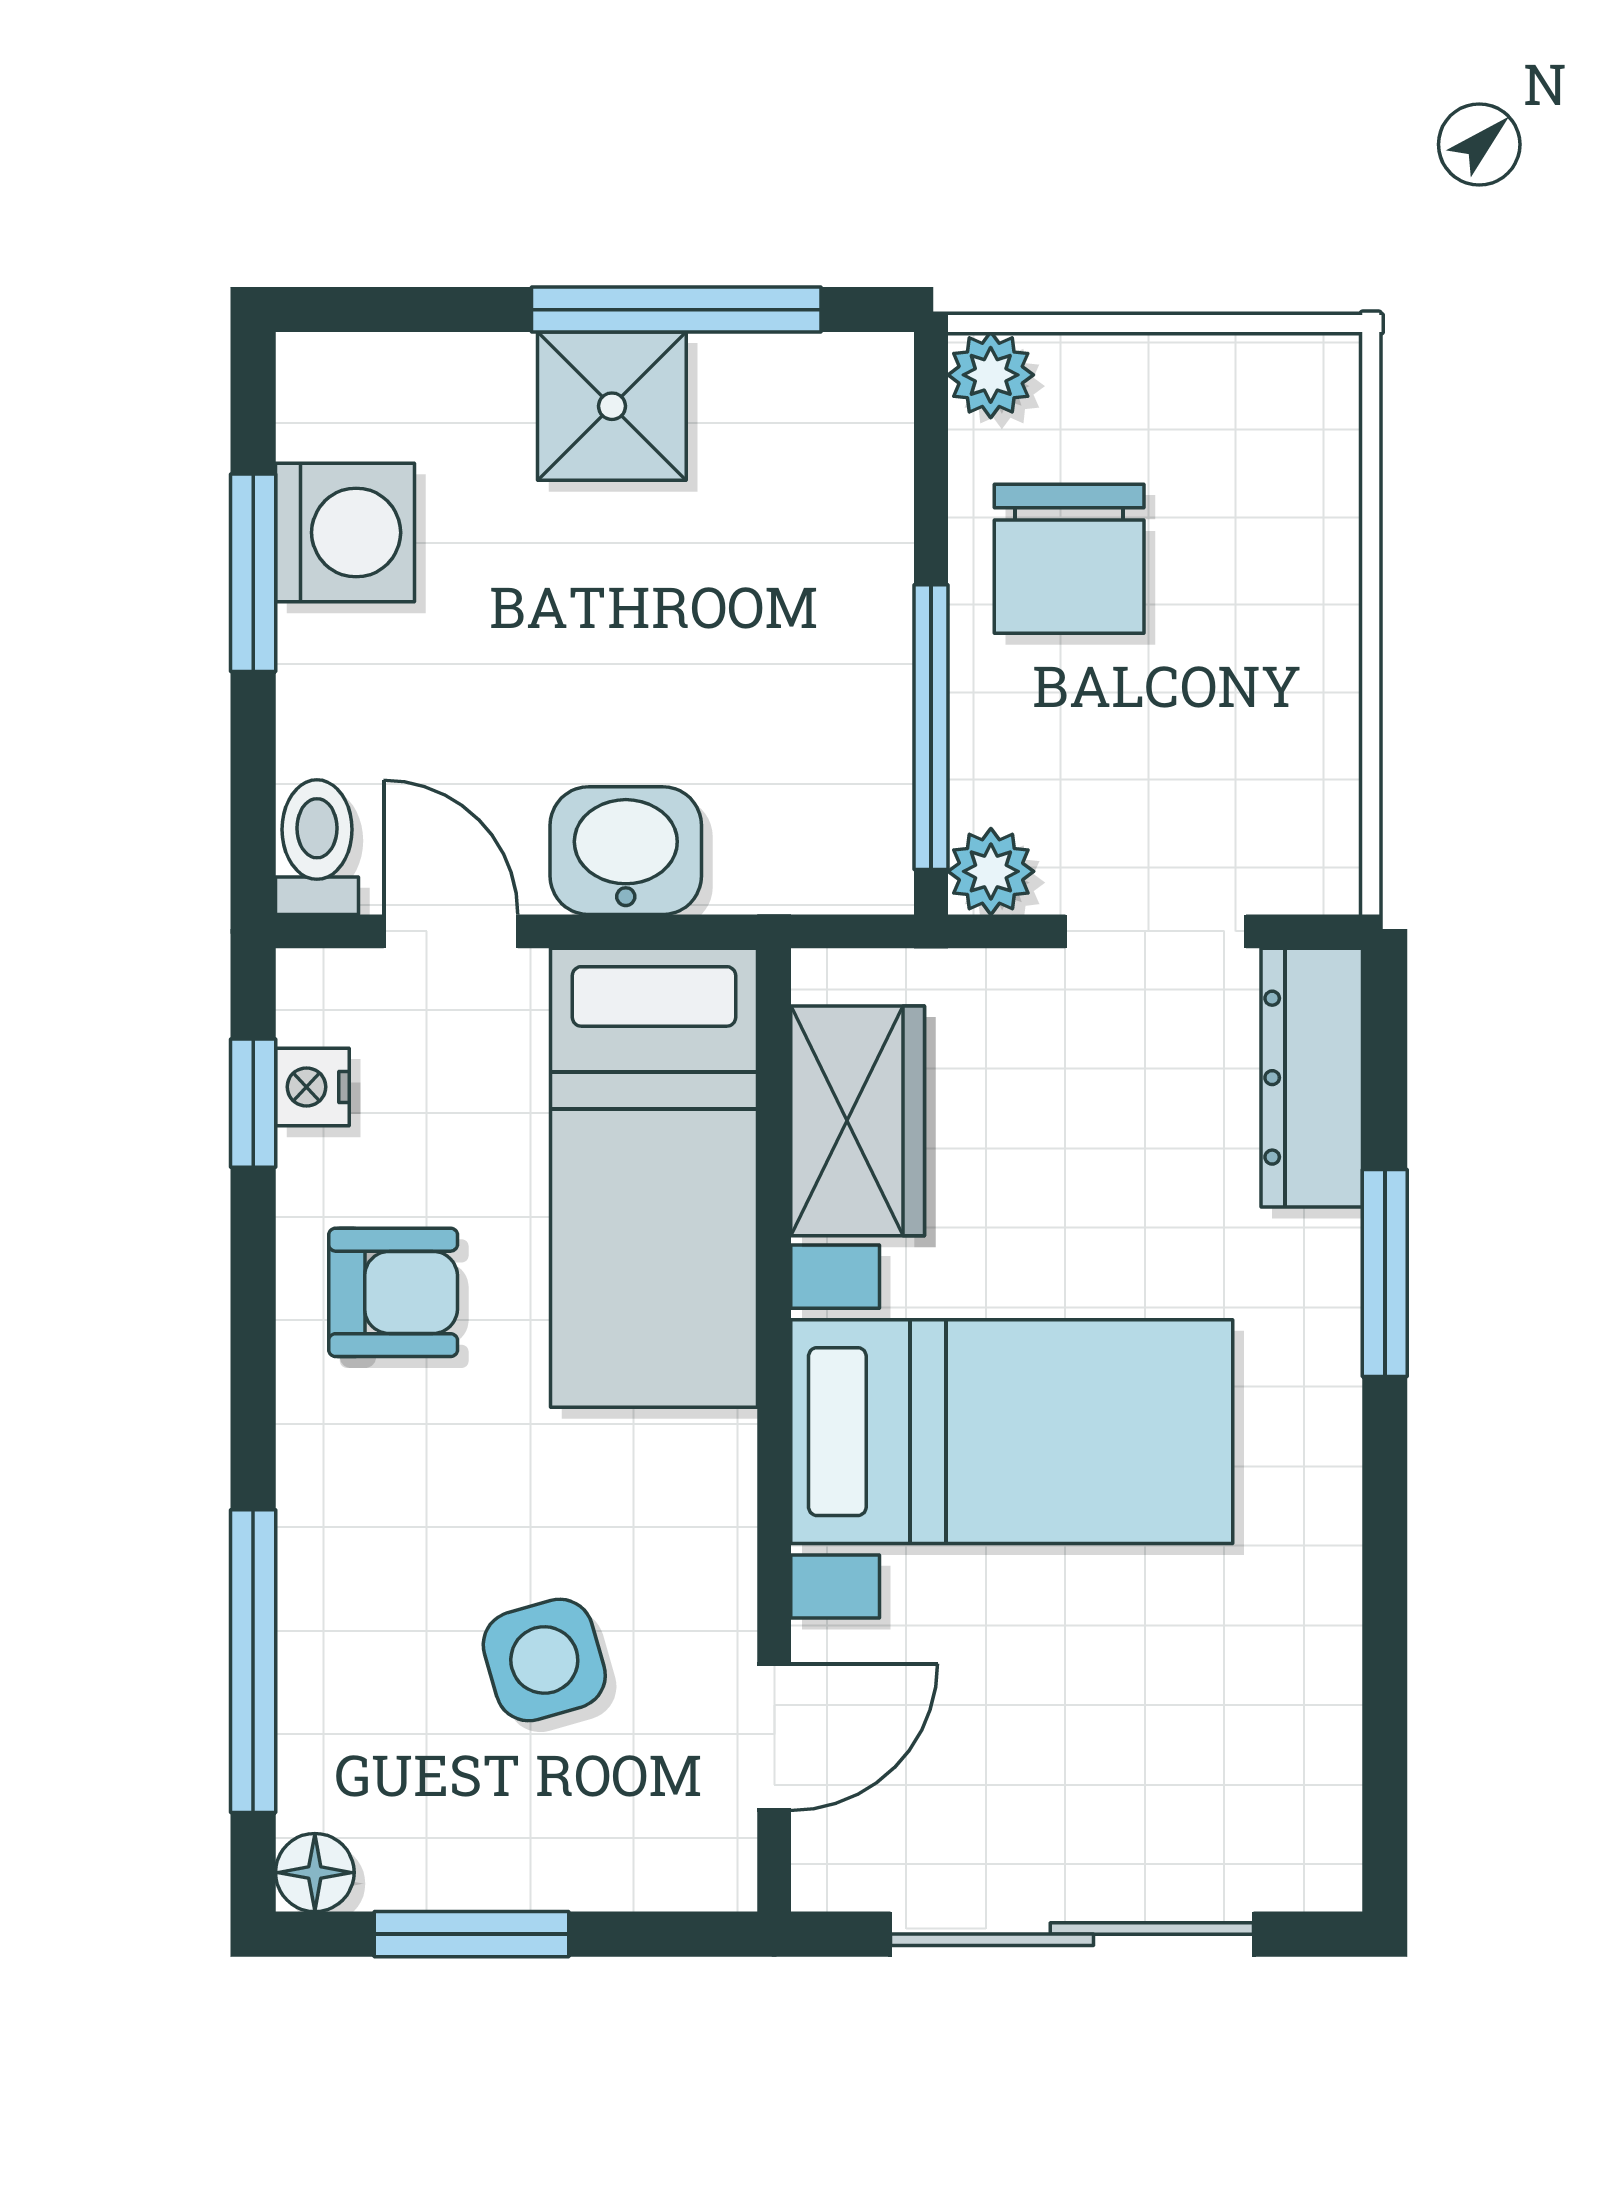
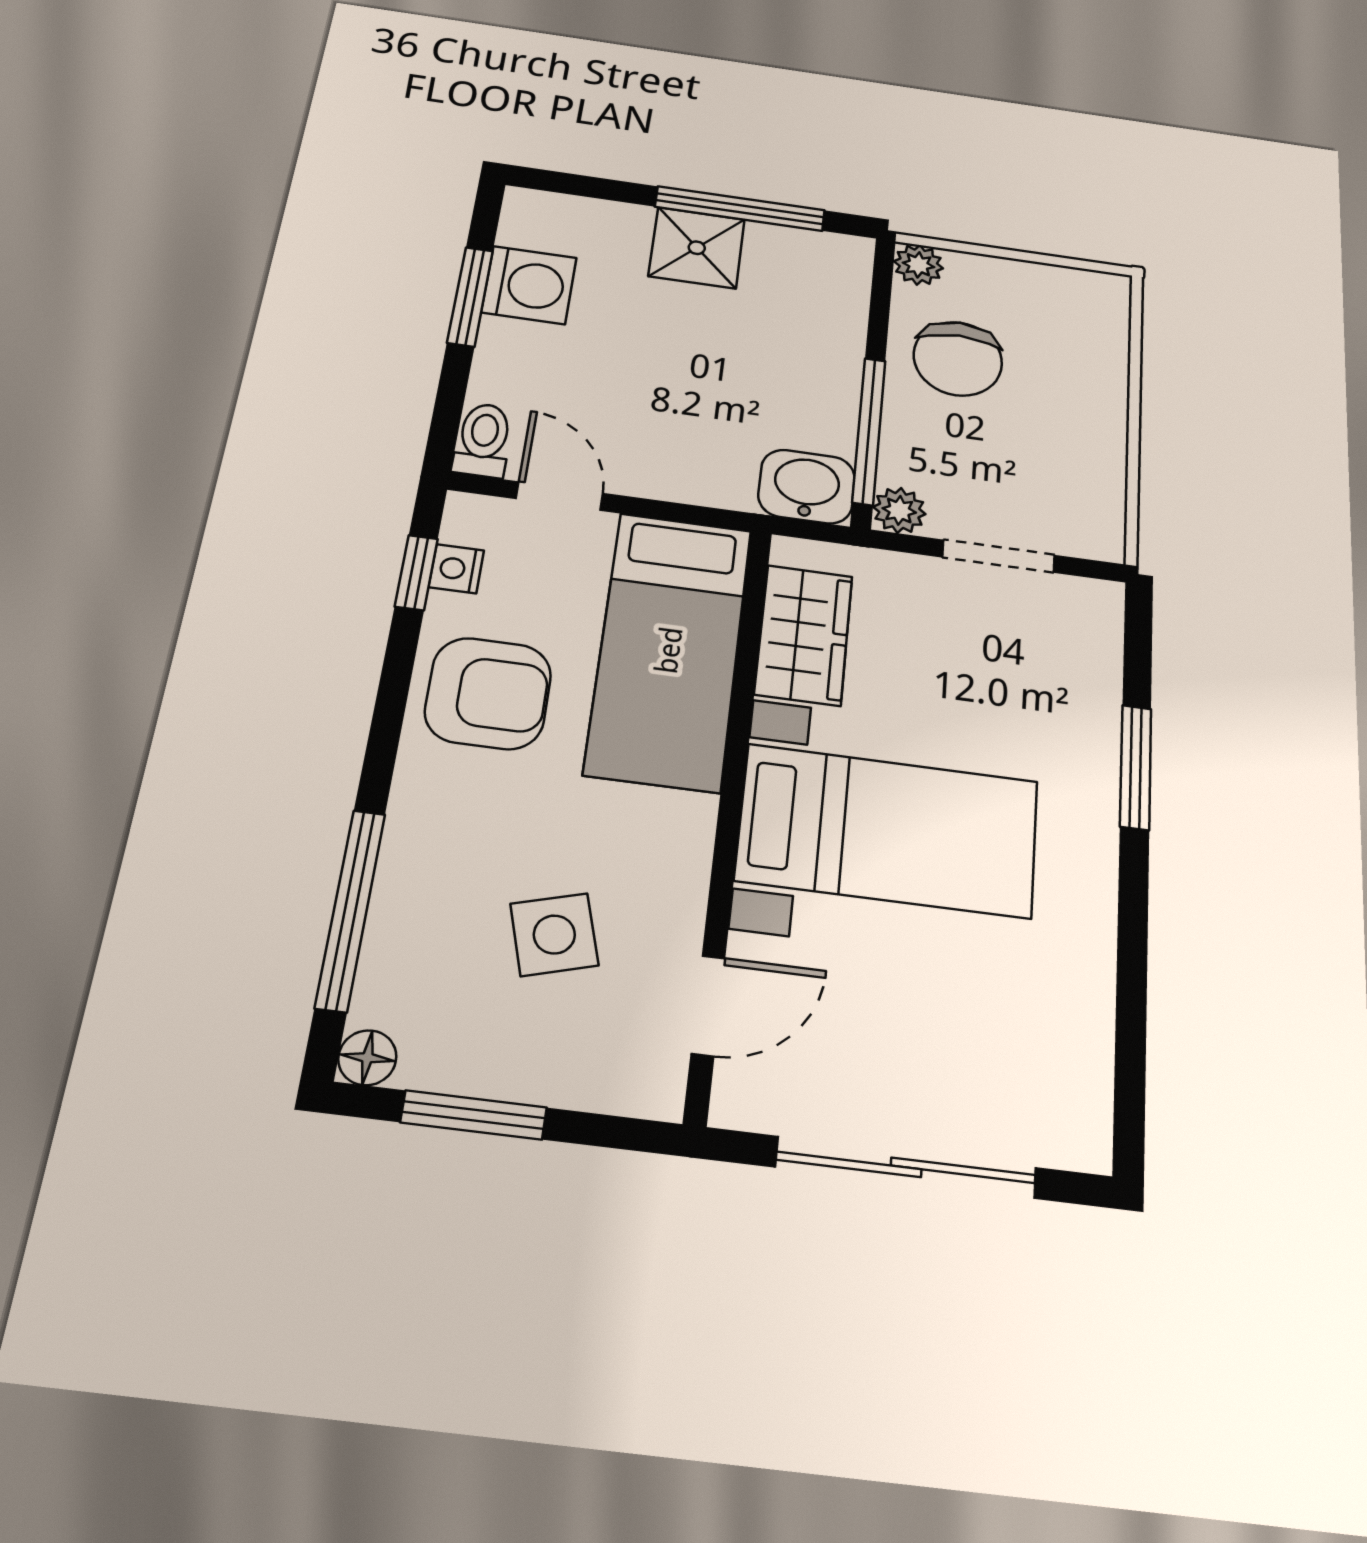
washbasin: (626, 851) -> (807, 487), moved
dresser: (1312, 1078) -> (1092, 649), removed
armchair: (393, 1292) -> (488, 693), width x1.38, depth x1.38

